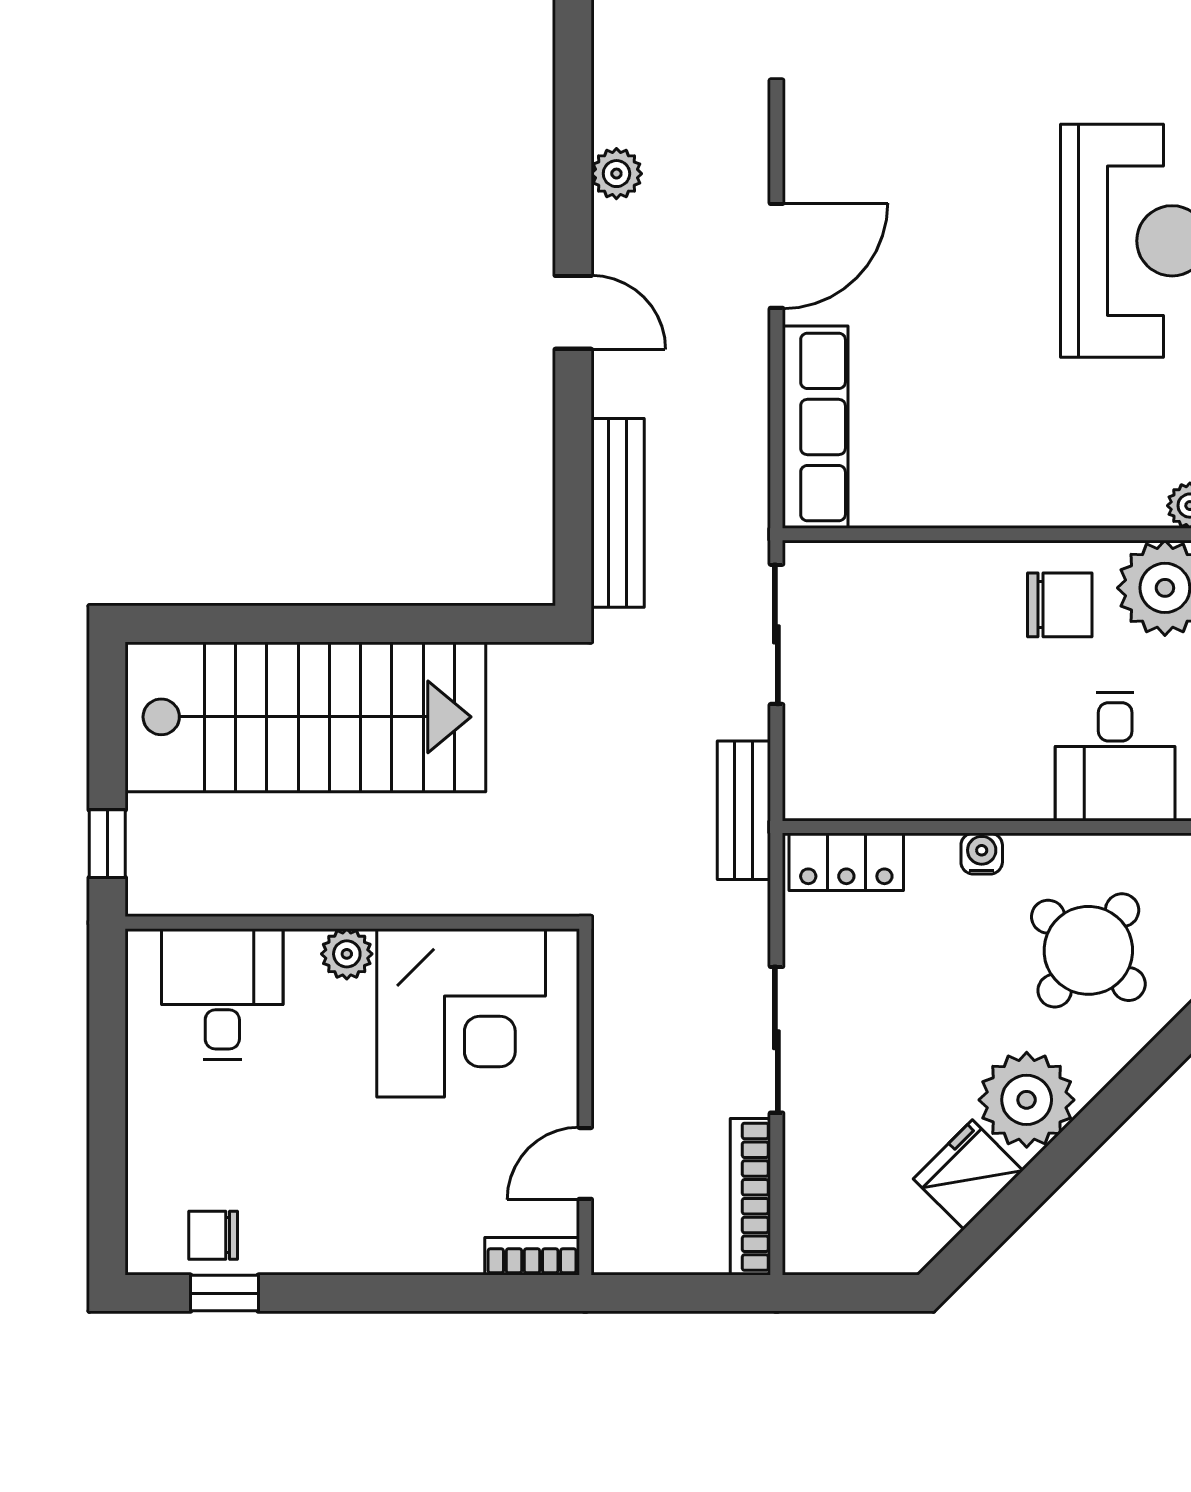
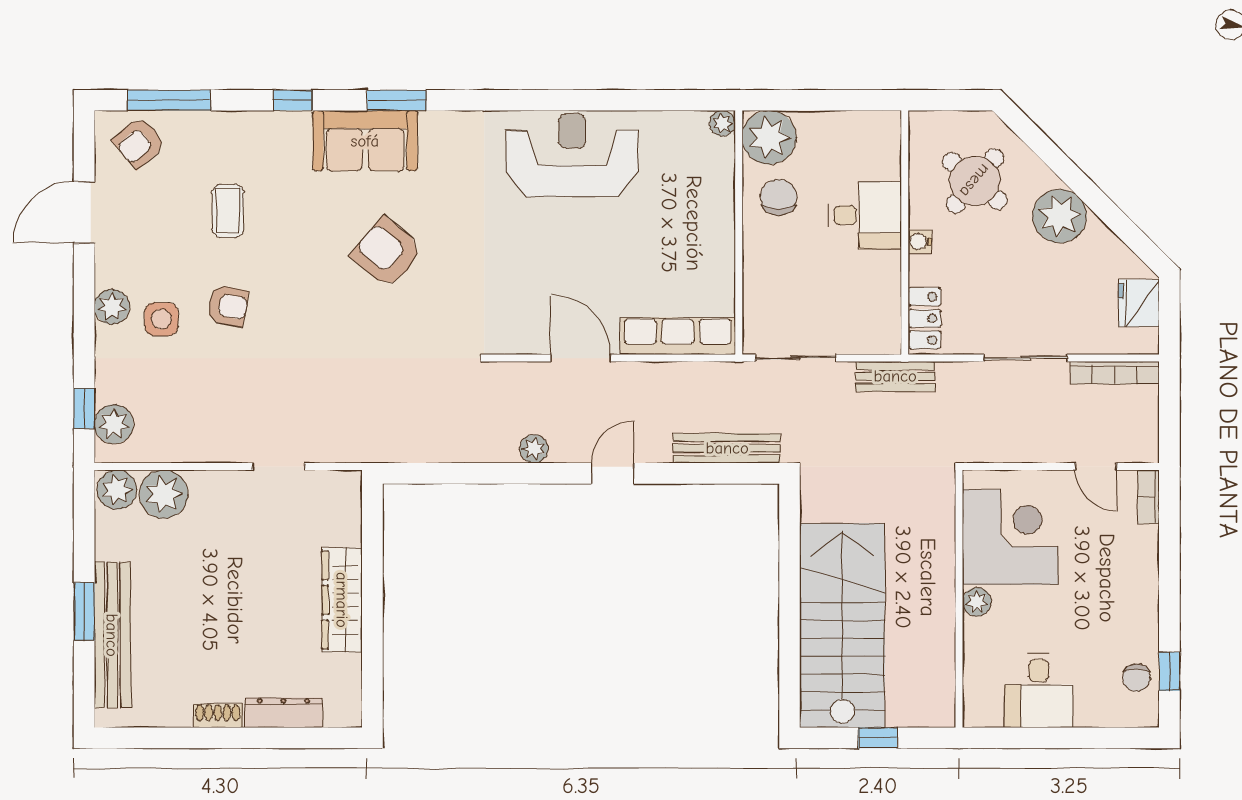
desk: (1115, 757) -> (865, 215), moved
window: (107, 844) -> (878, 738), moved
desk: (222, 994) -> (1039, 691), moved, turned -90
fridge: (968, 1175) -> (1139, 303), moved, turned 45

